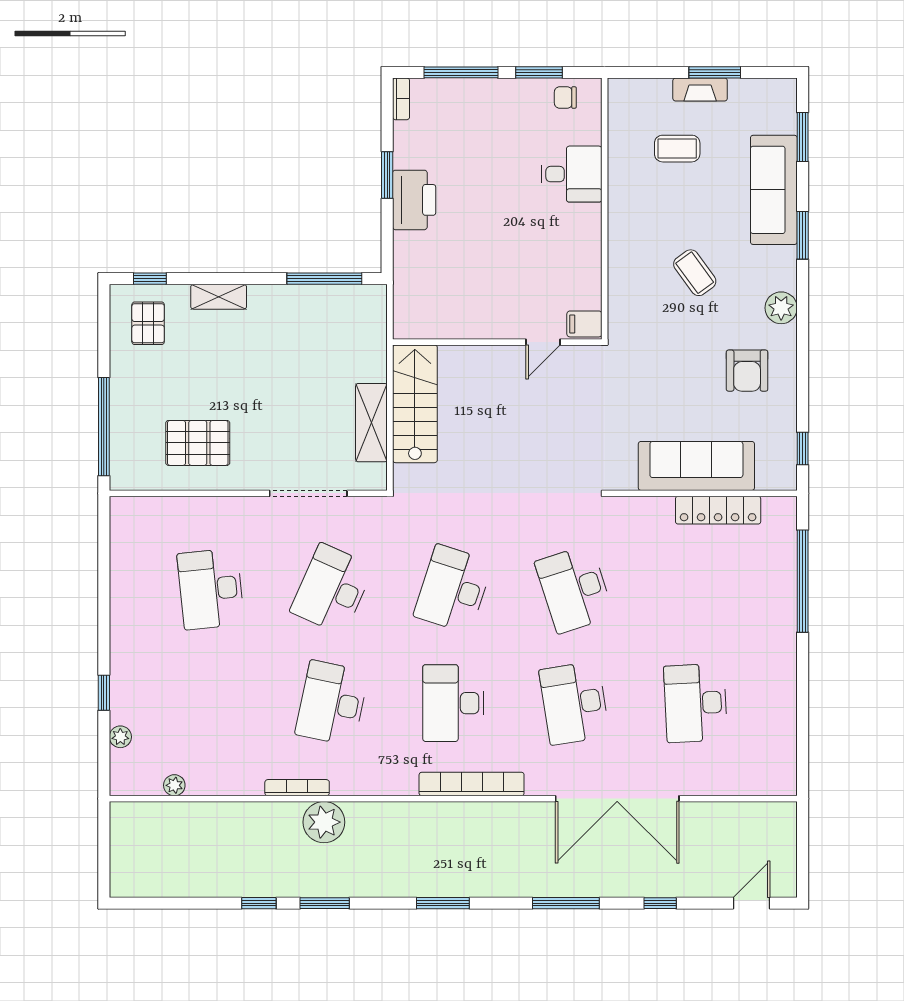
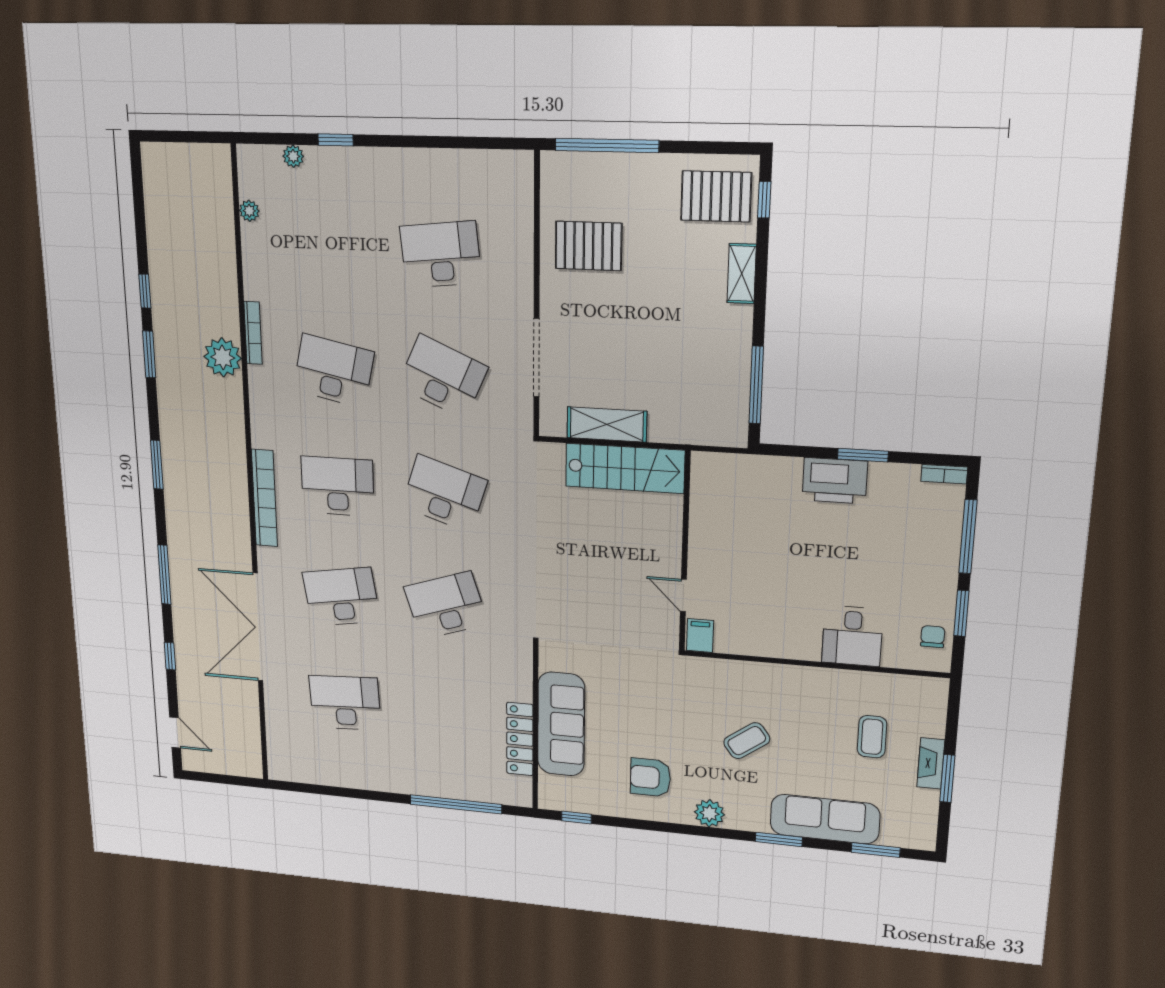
pallet: (148, 323) -> (716, 196), width x1.50, depth x1.42
pallet: (198, 443) -> (588, 246), turned 90

